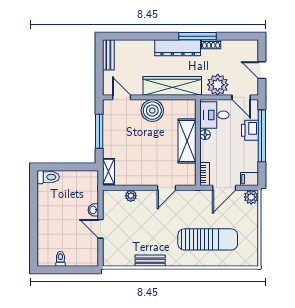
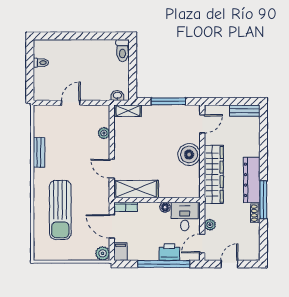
plant: (218, 85) -> (210, 225), width x0.53, depth x0.53
shelving: (187, 141) -> (136, 189), moved
washbasin: (93, 210) -> (117, 96), moved

